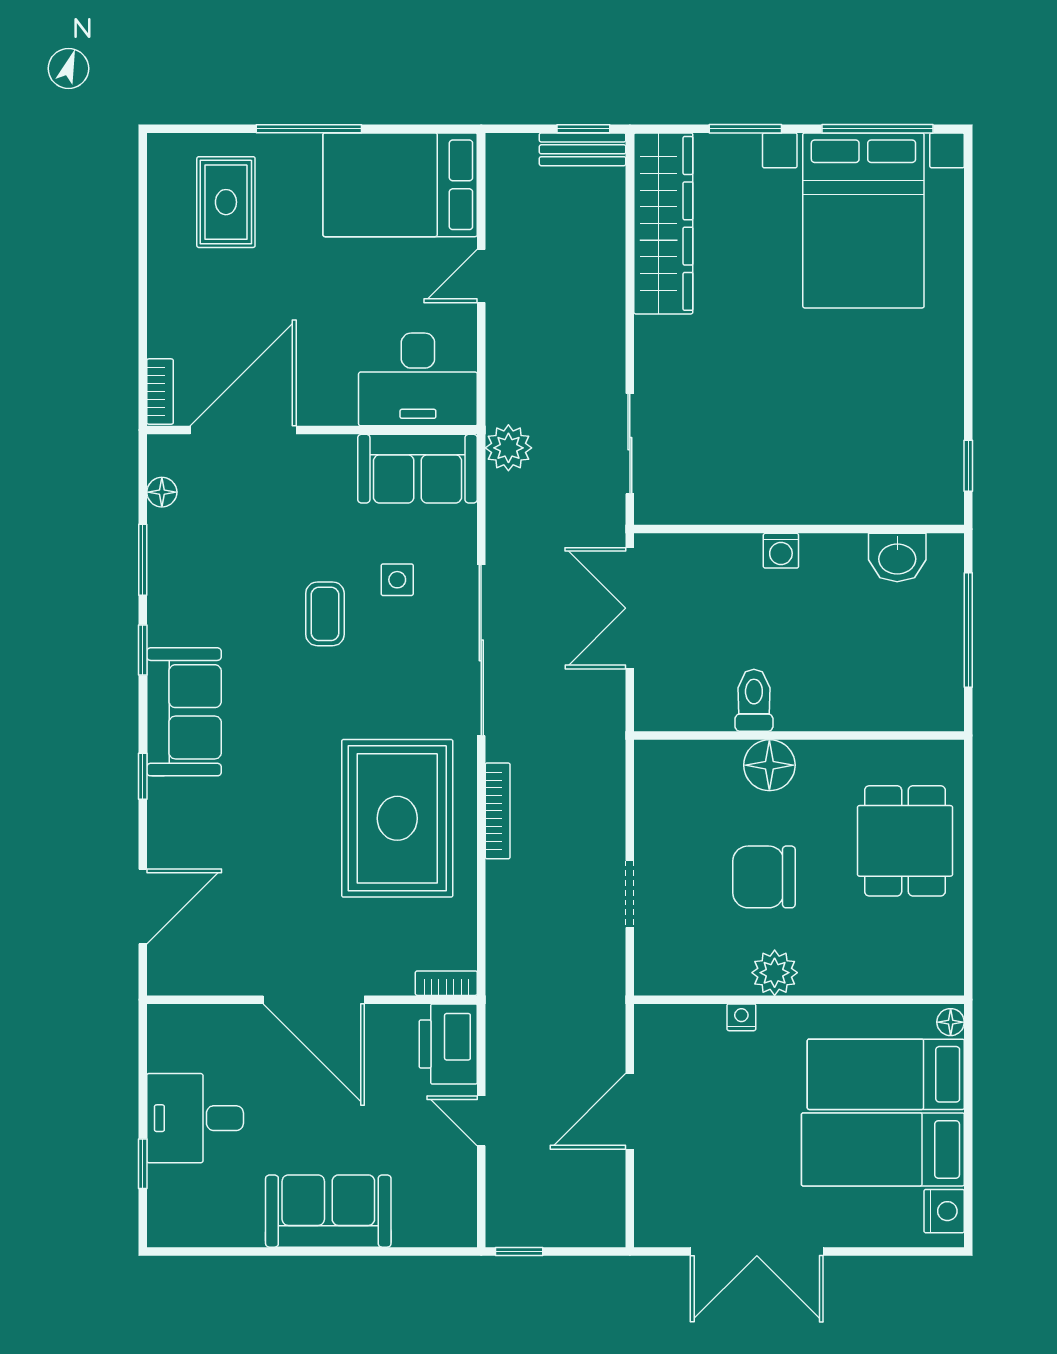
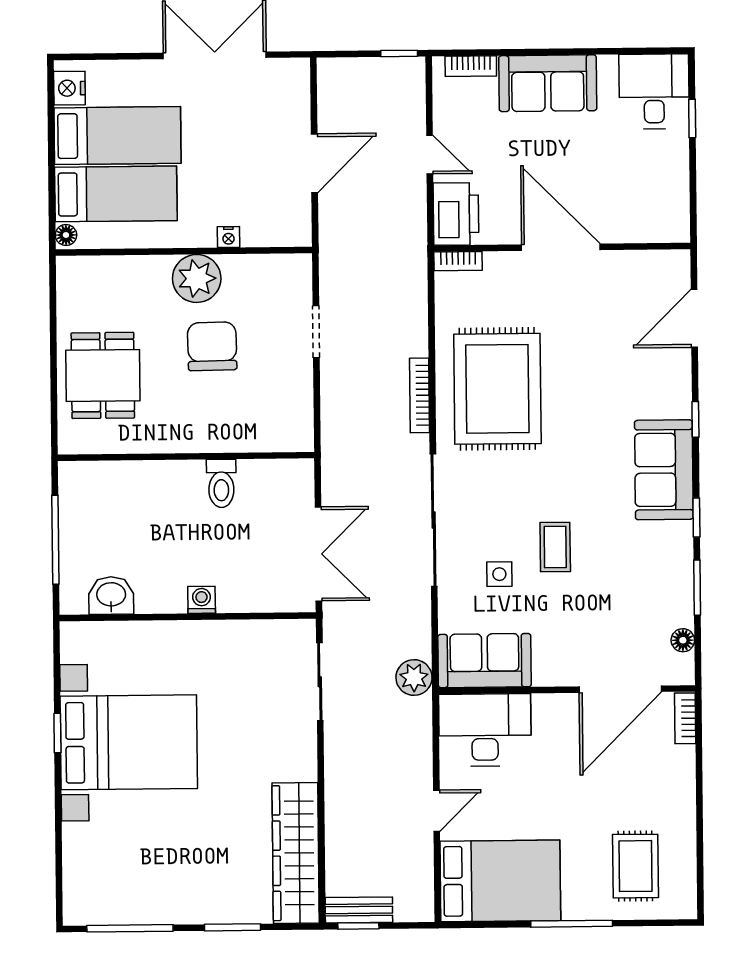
bed with nightstands: (863, 220) -> (129, 742), moved, turned 90
window: (968, 466) -> (57, 733), moved
floor lamp: (769, 765) -> (209, 433), removed
chair: (764, 877) -> (212, 346), turned -91
plant: (775, 973) -> (197, 278), width x1.36, depth x1.36
desk: (195, 1118) -> (654, 91), moved, turned -90
bookcase: (427, 1234) -> (471, 66), added

